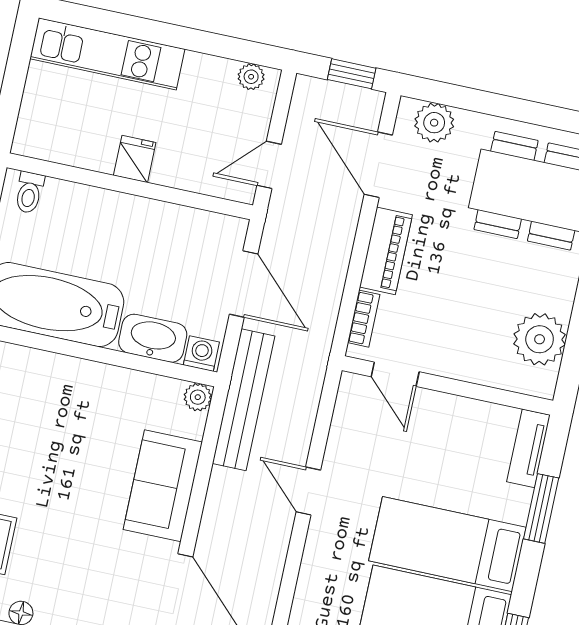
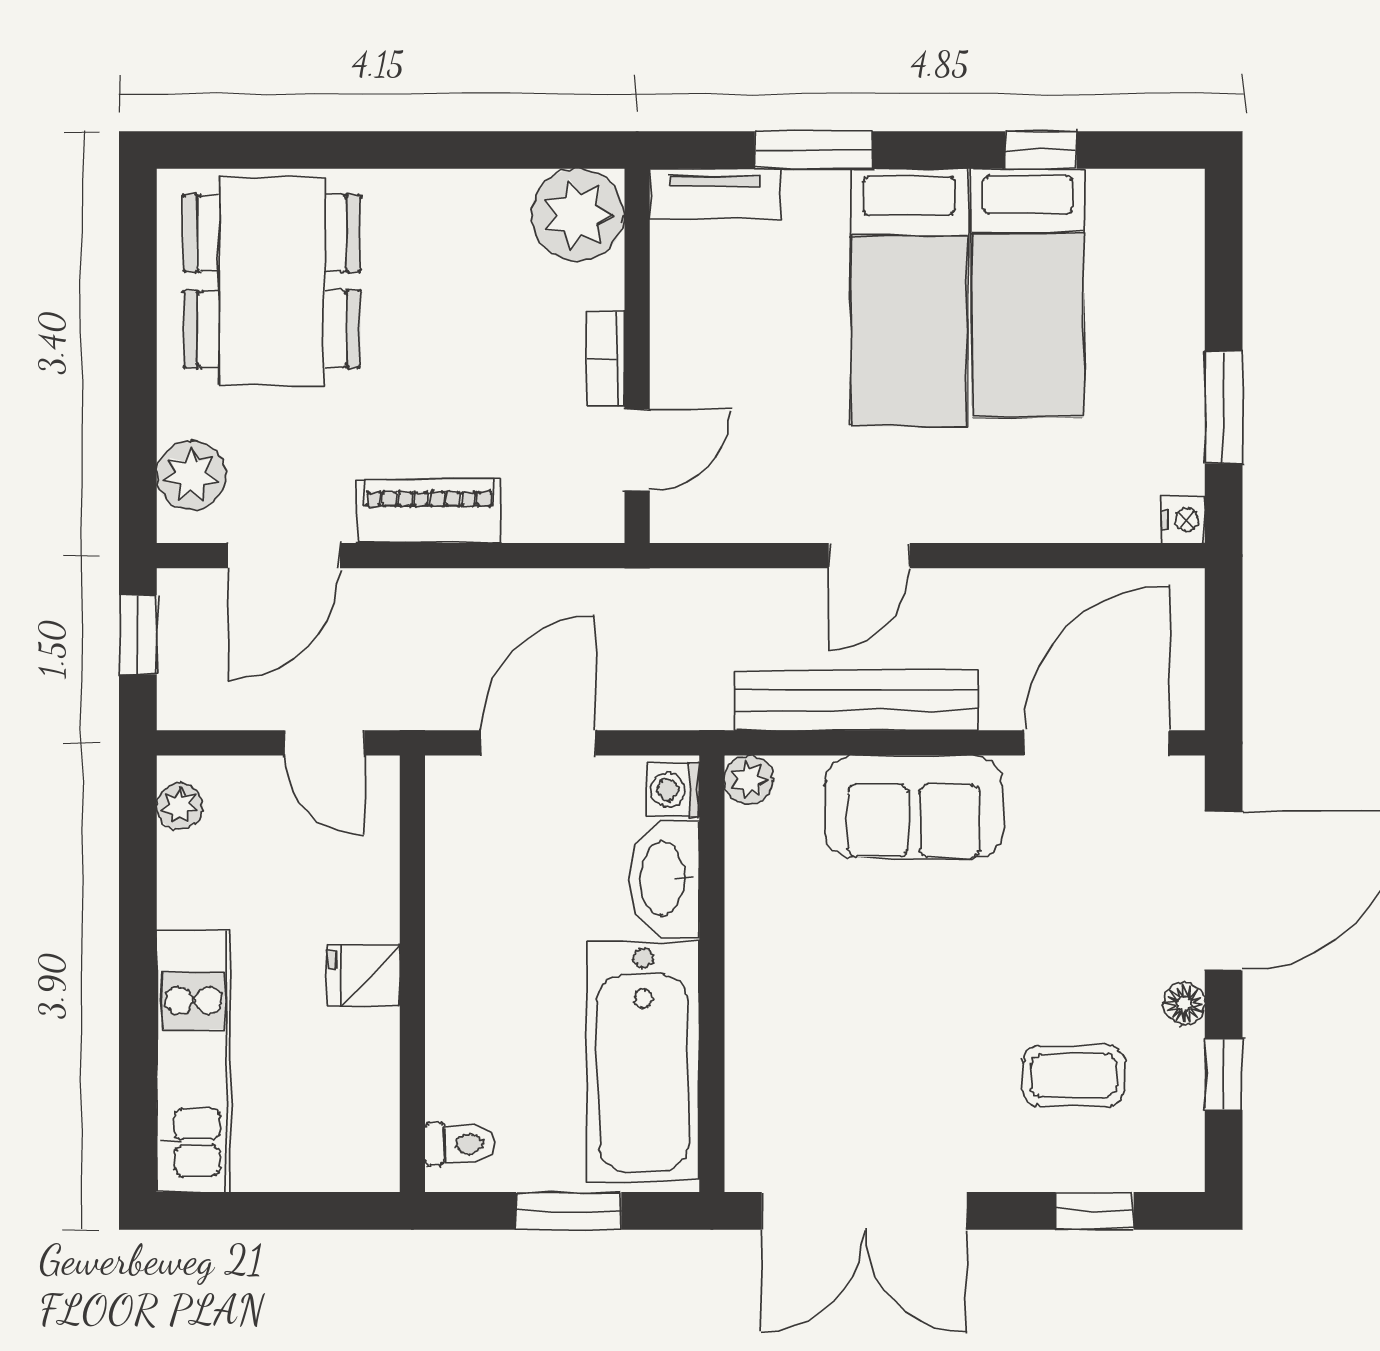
bookcase: (364, 319) -> (606, 359), moved, turned -90
plant: (540, 339) -> (577, 215), moved
bench: (244, 400) -> (856, 700), moved

